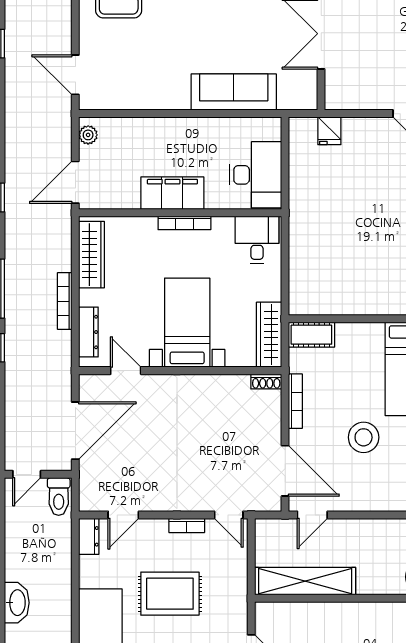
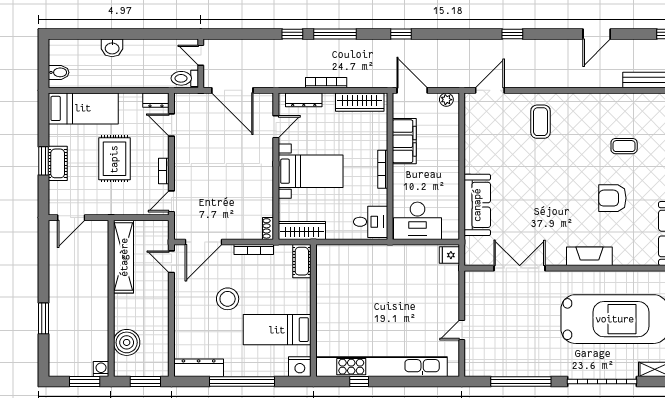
fridge: (329, 131) -> (449, 255), moved
filing cabinet: (172, 193) -> (404, 141), moved
washbasin: (17, 603) -> (112, 48), width x0.72

